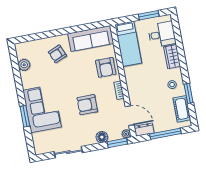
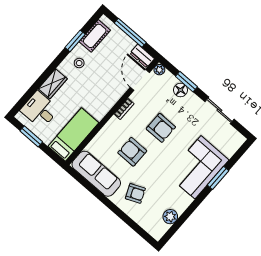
armchair: (106, 67) -> (132, 152), moved, turned -90
window: (117, 143) -> (186, 82), moved

